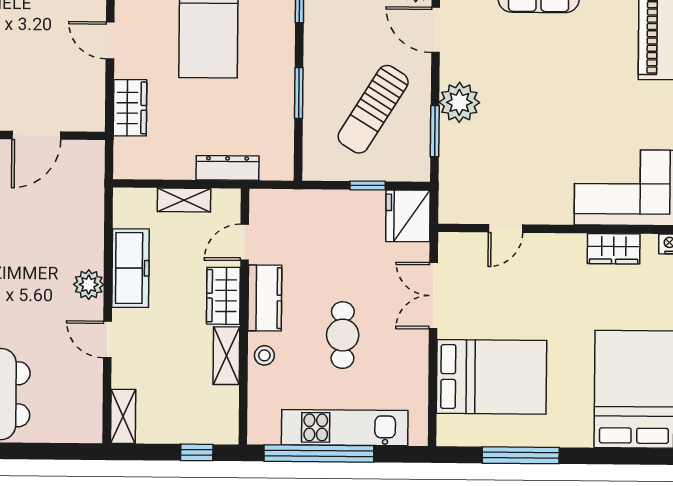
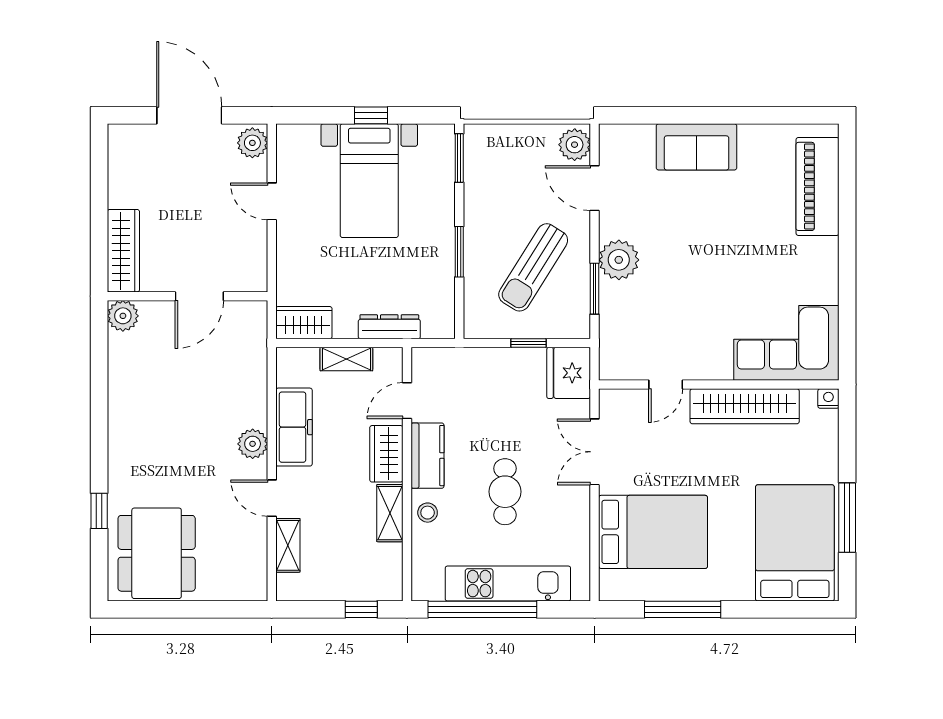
wardrobe: (130, 108) -> (304, 323), moved, turned -90
wardrobe: (614, 249) -> (745, 406), width x2.10, depth x1.17
shelving: (123, 416) -> (288, 545), moved

